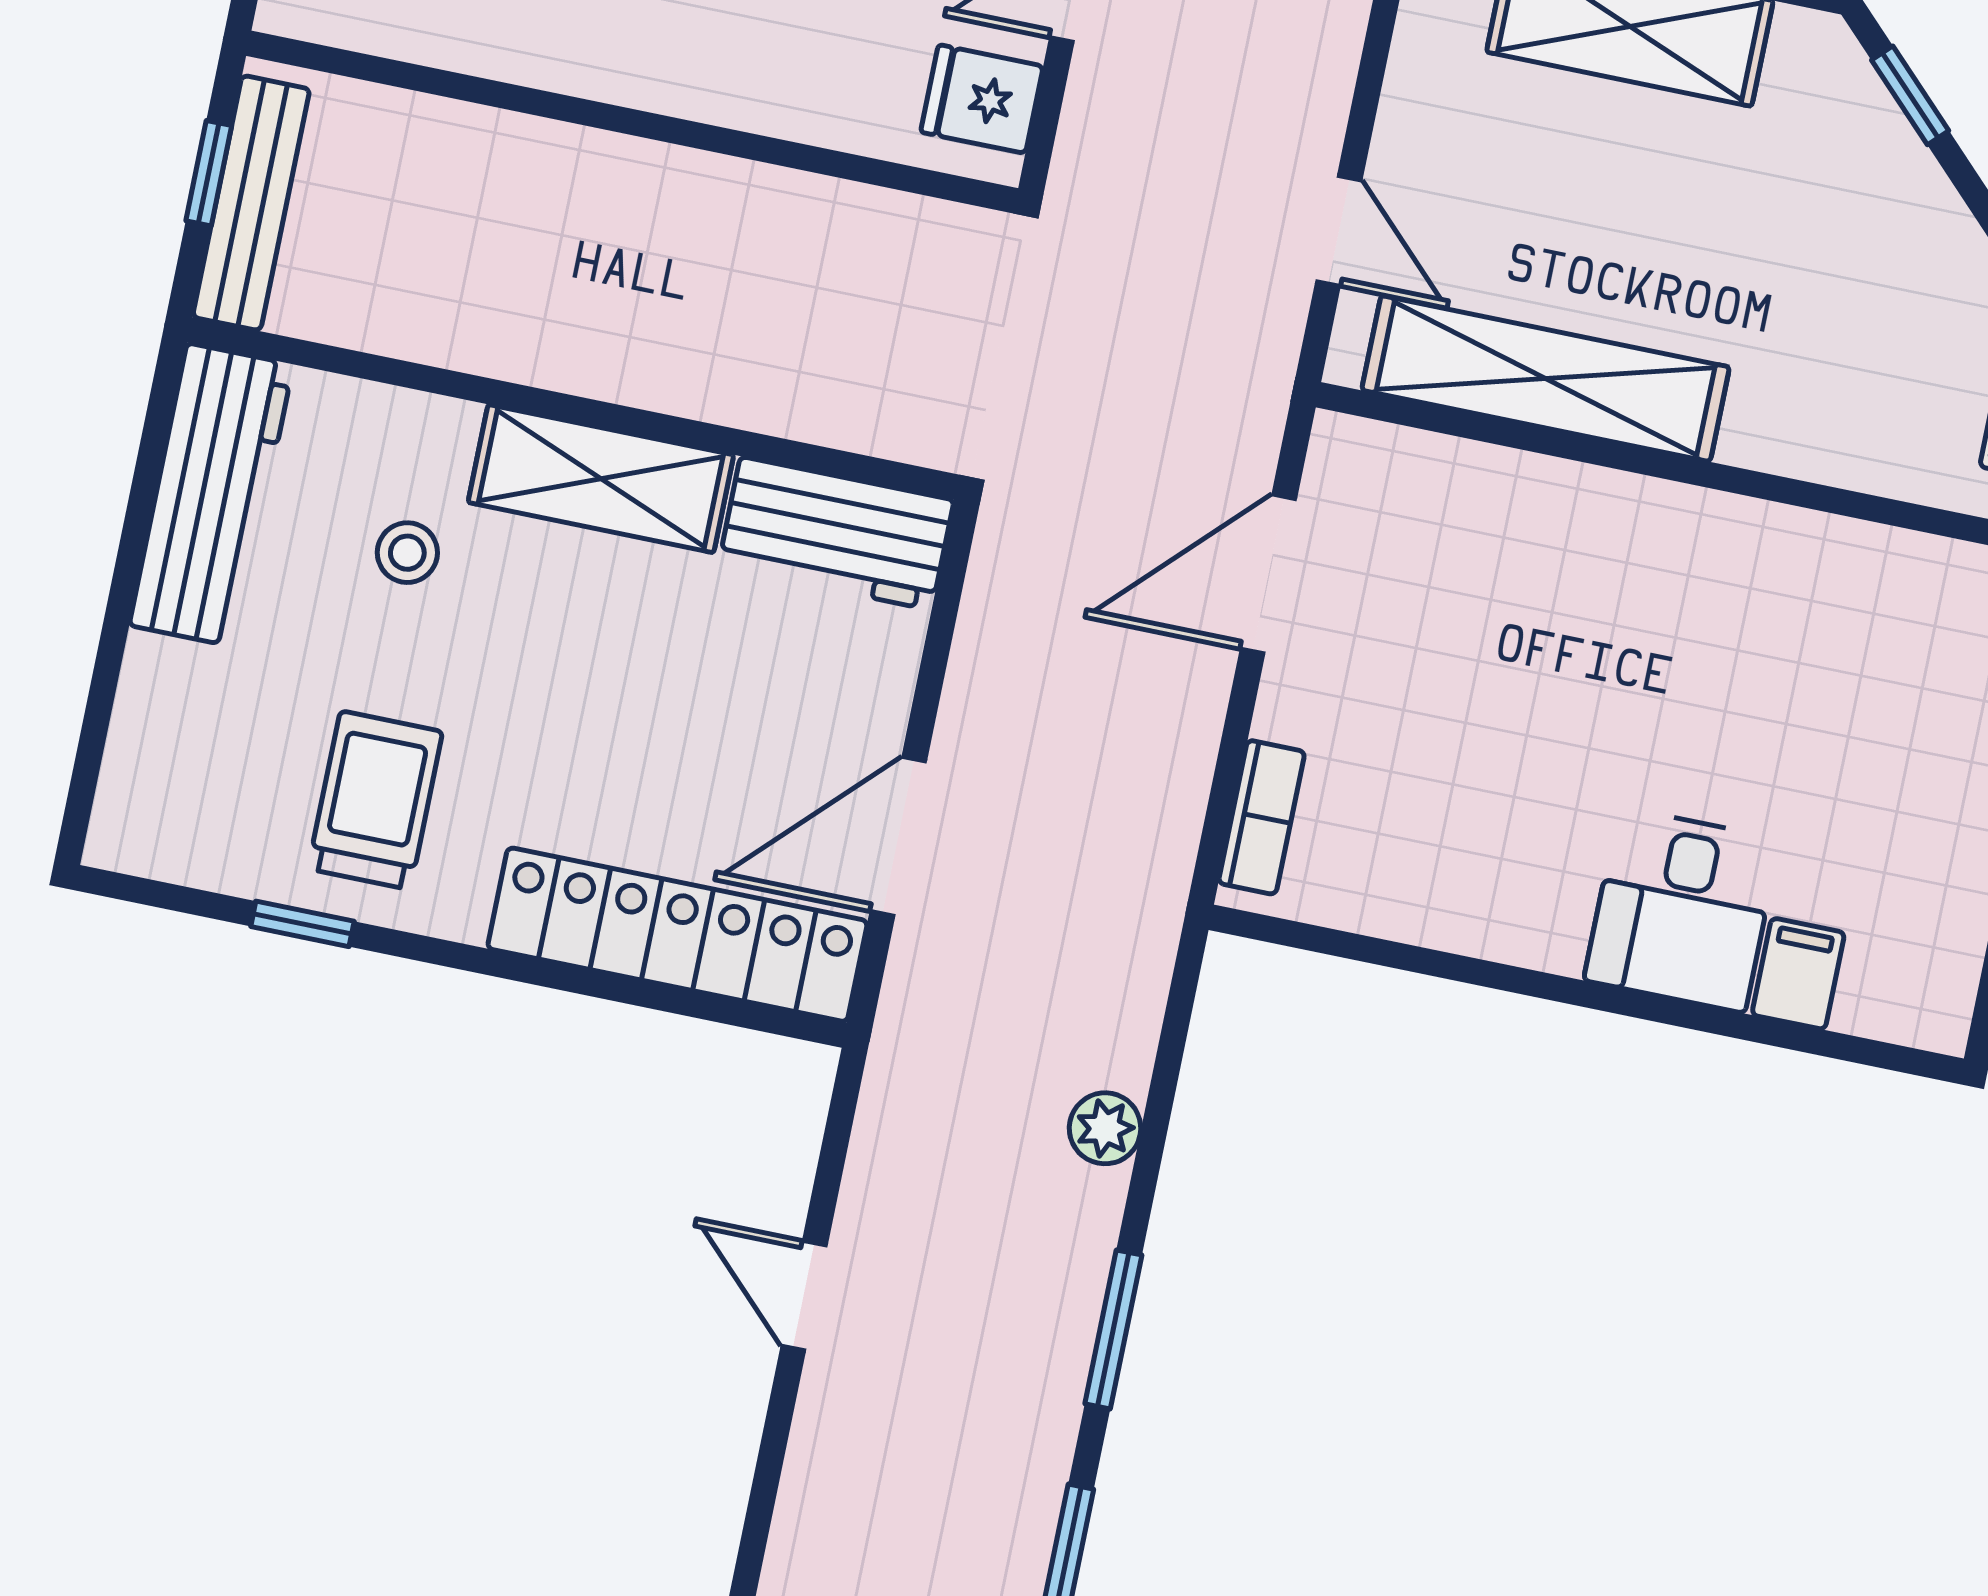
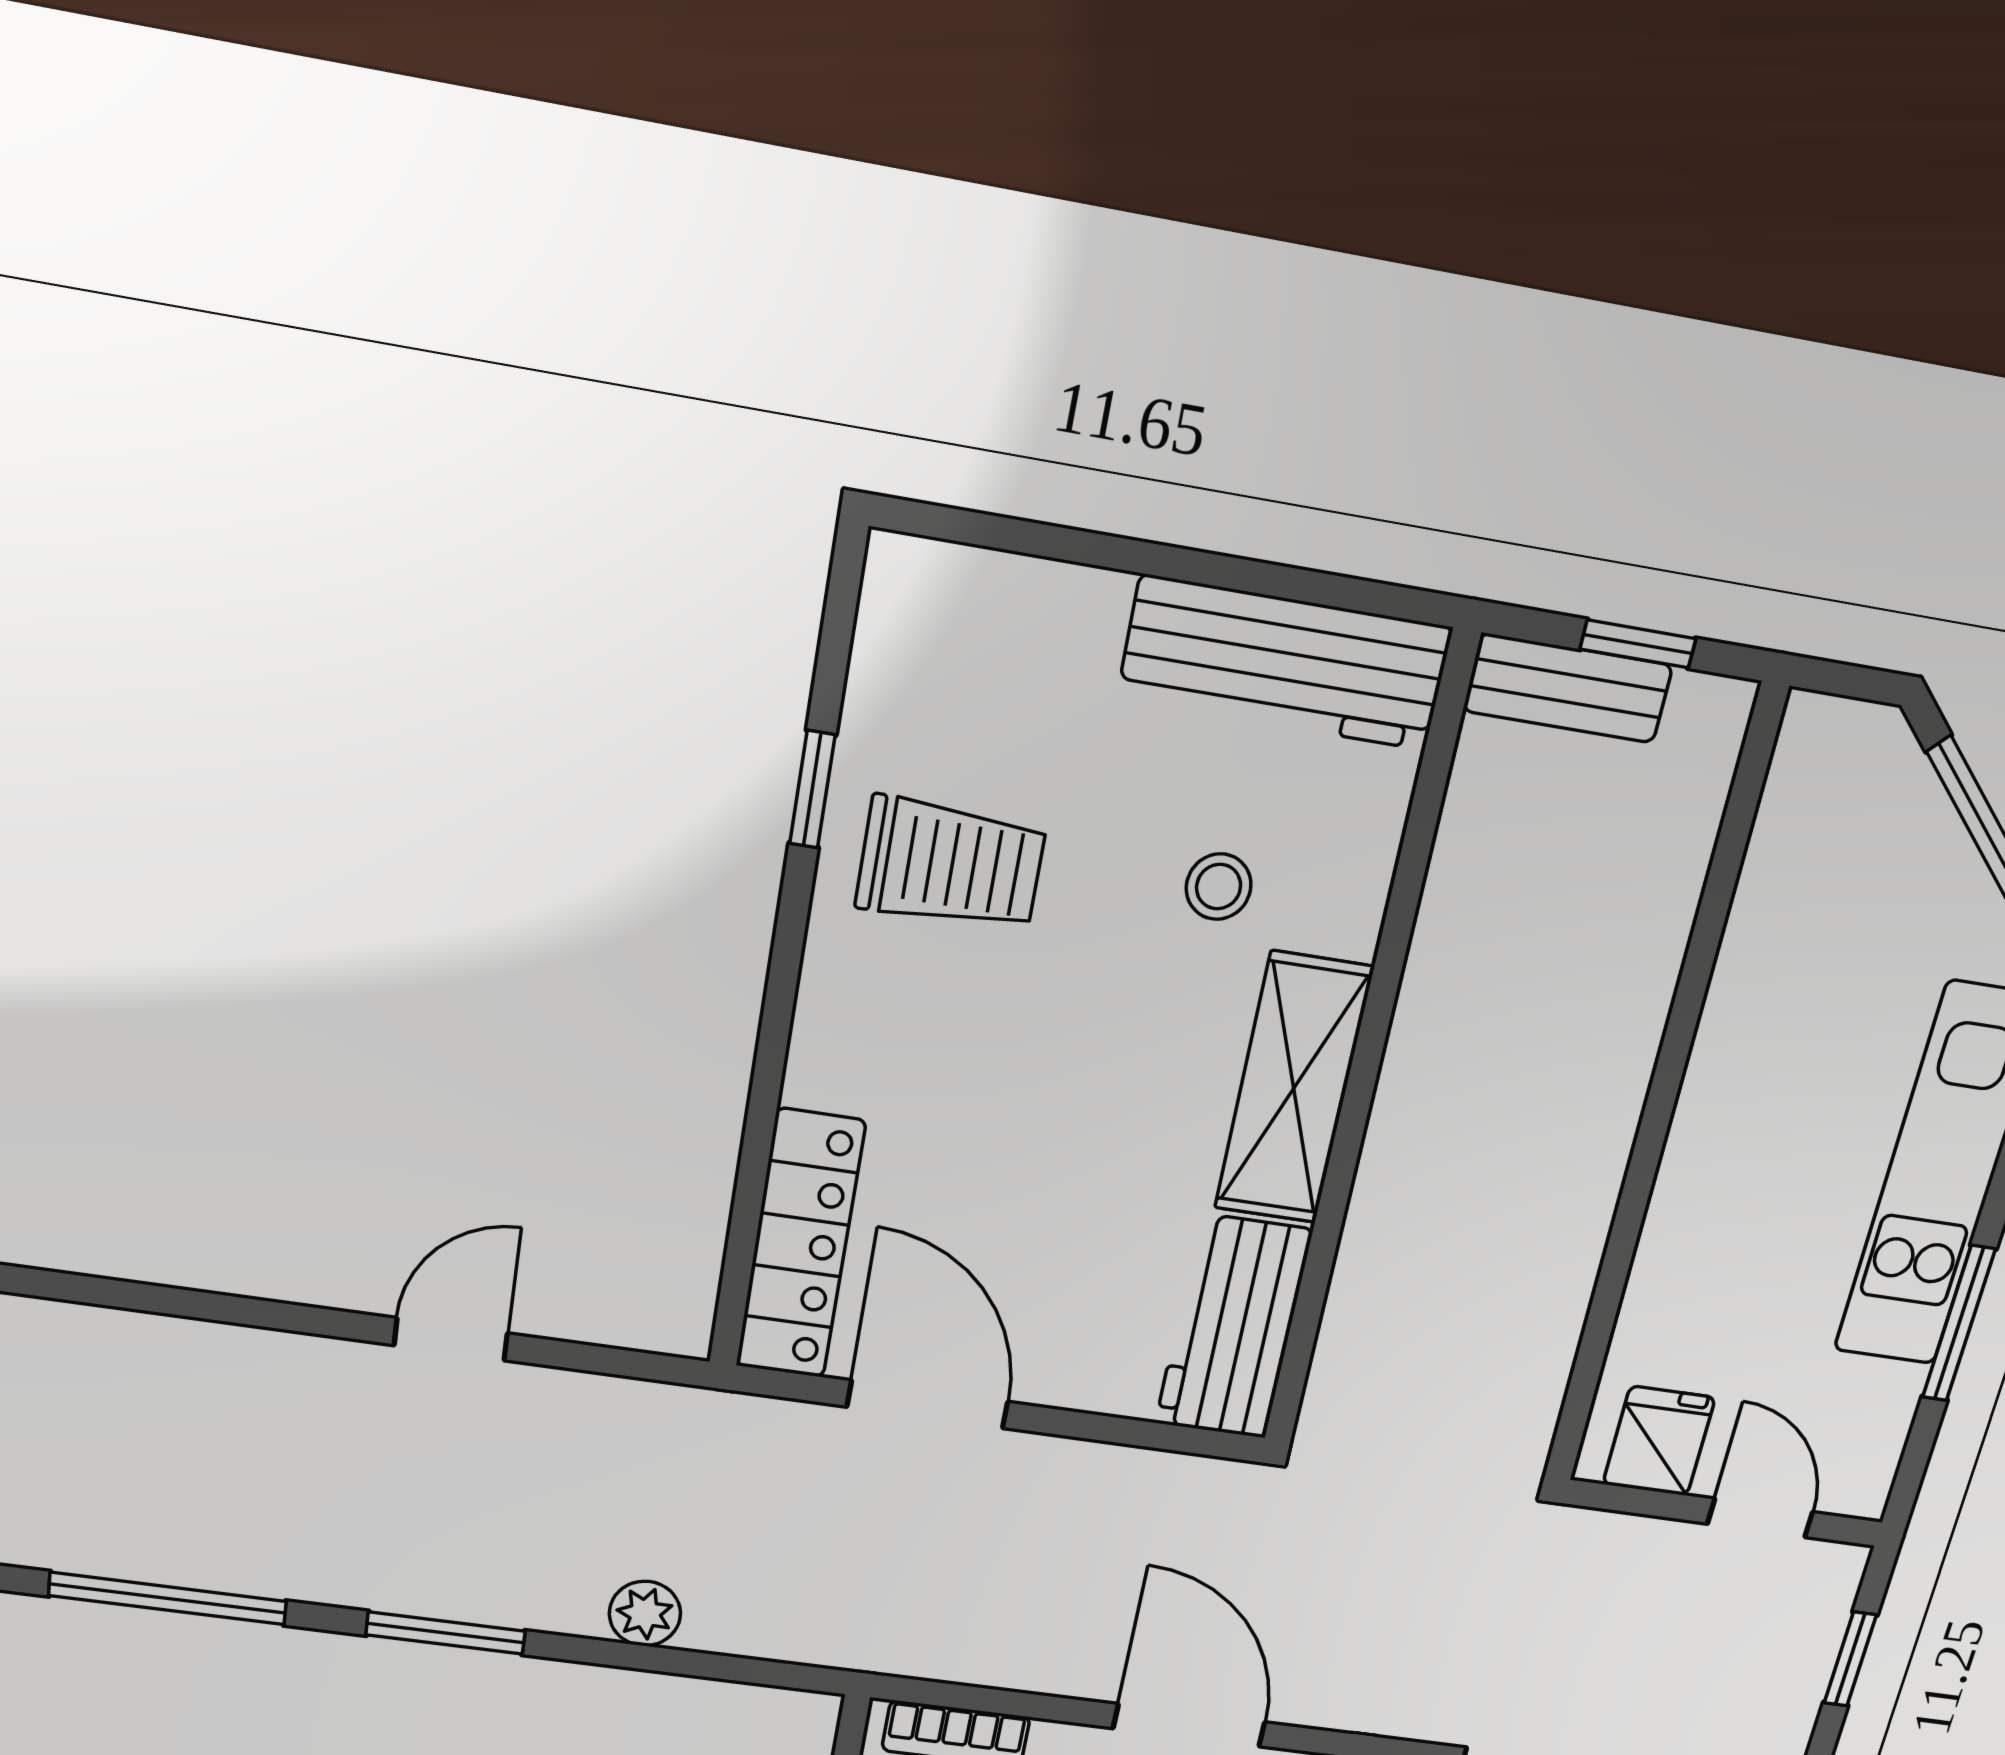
bench: (251, 203) -> (1568, 688), width x0.73
locker: (677, 935) -> (800, 1245), width x0.71, depth x0.83

